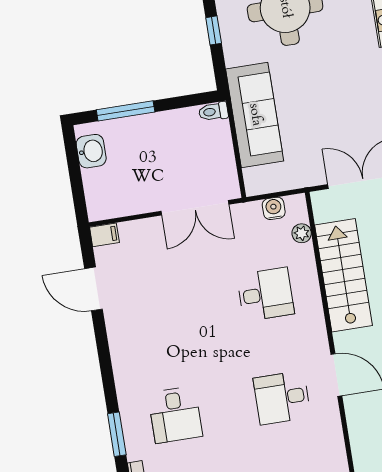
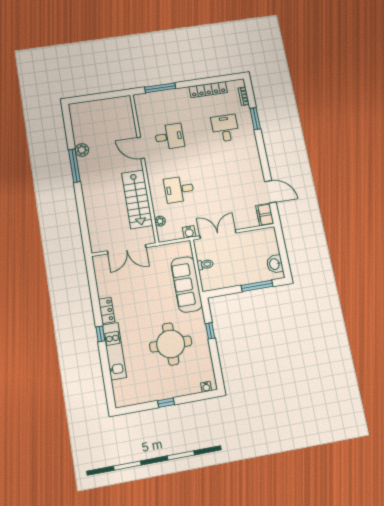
toilet: (213, 112) -> (205, 264), moved
water cooler: (274, 208) -> (189, 232), moved
filing cabinet: (104, 235) -> (265, 215), width x2.00

